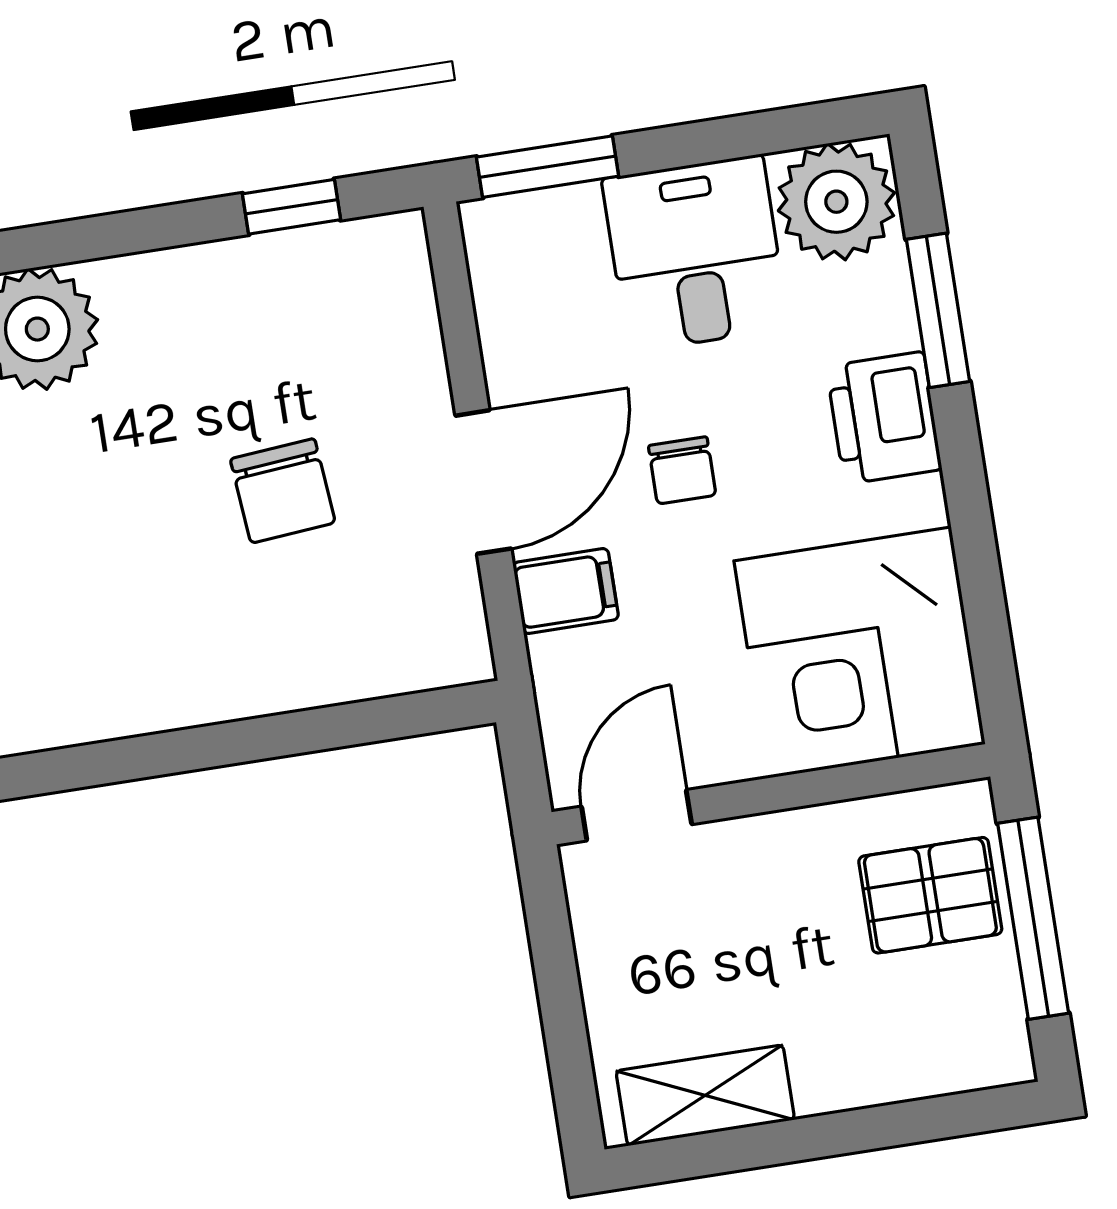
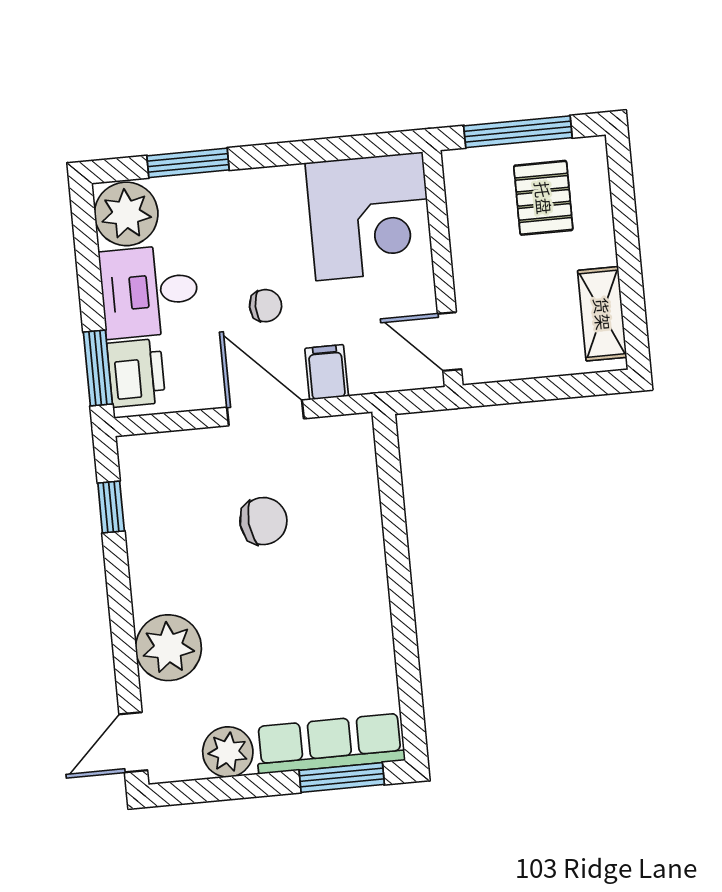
printer: (884, 418) -> (136, 373), moved, turned -90
pallet: (930, 895) -> (543, 198), moved

